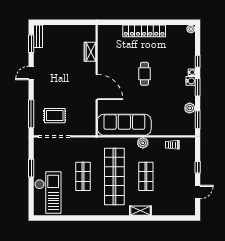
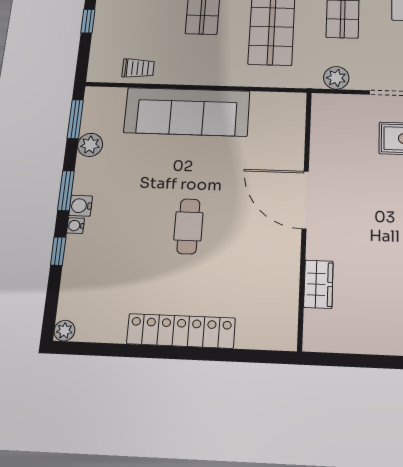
sofa: (124, 125) -> (187, 112), moved
plant: (143, 143) -> (336, 78), moved

